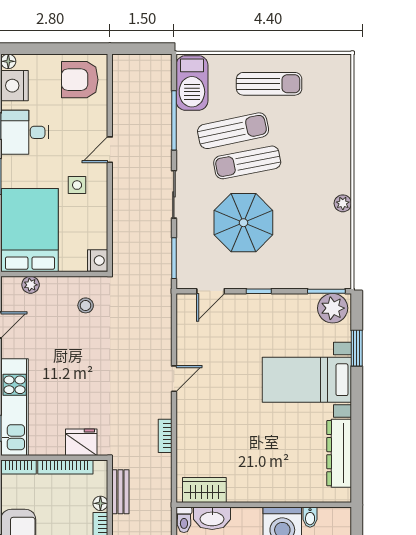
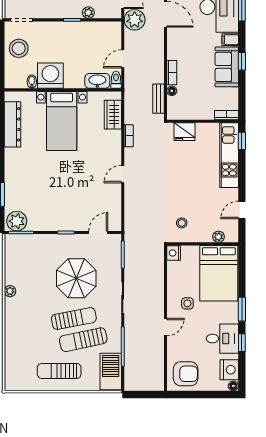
bed with nightstands: (307, 380) -> (62, 121), moved, turned 90
bookcase: (65, 467) -> (195, 115), removed
wardrobe: (204, 490) -> (113, 115), moved, turned 90

